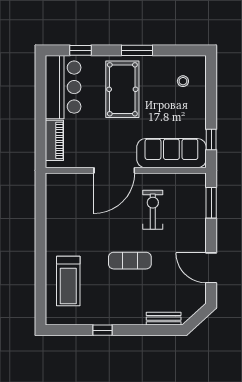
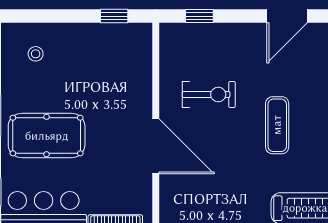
sofa: (171, 153) -> (133, 69), removed
window: (211, 203) -> (199, 16), width x0.67
exercise bike: (153, 210) -> (209, 94), turned 180

